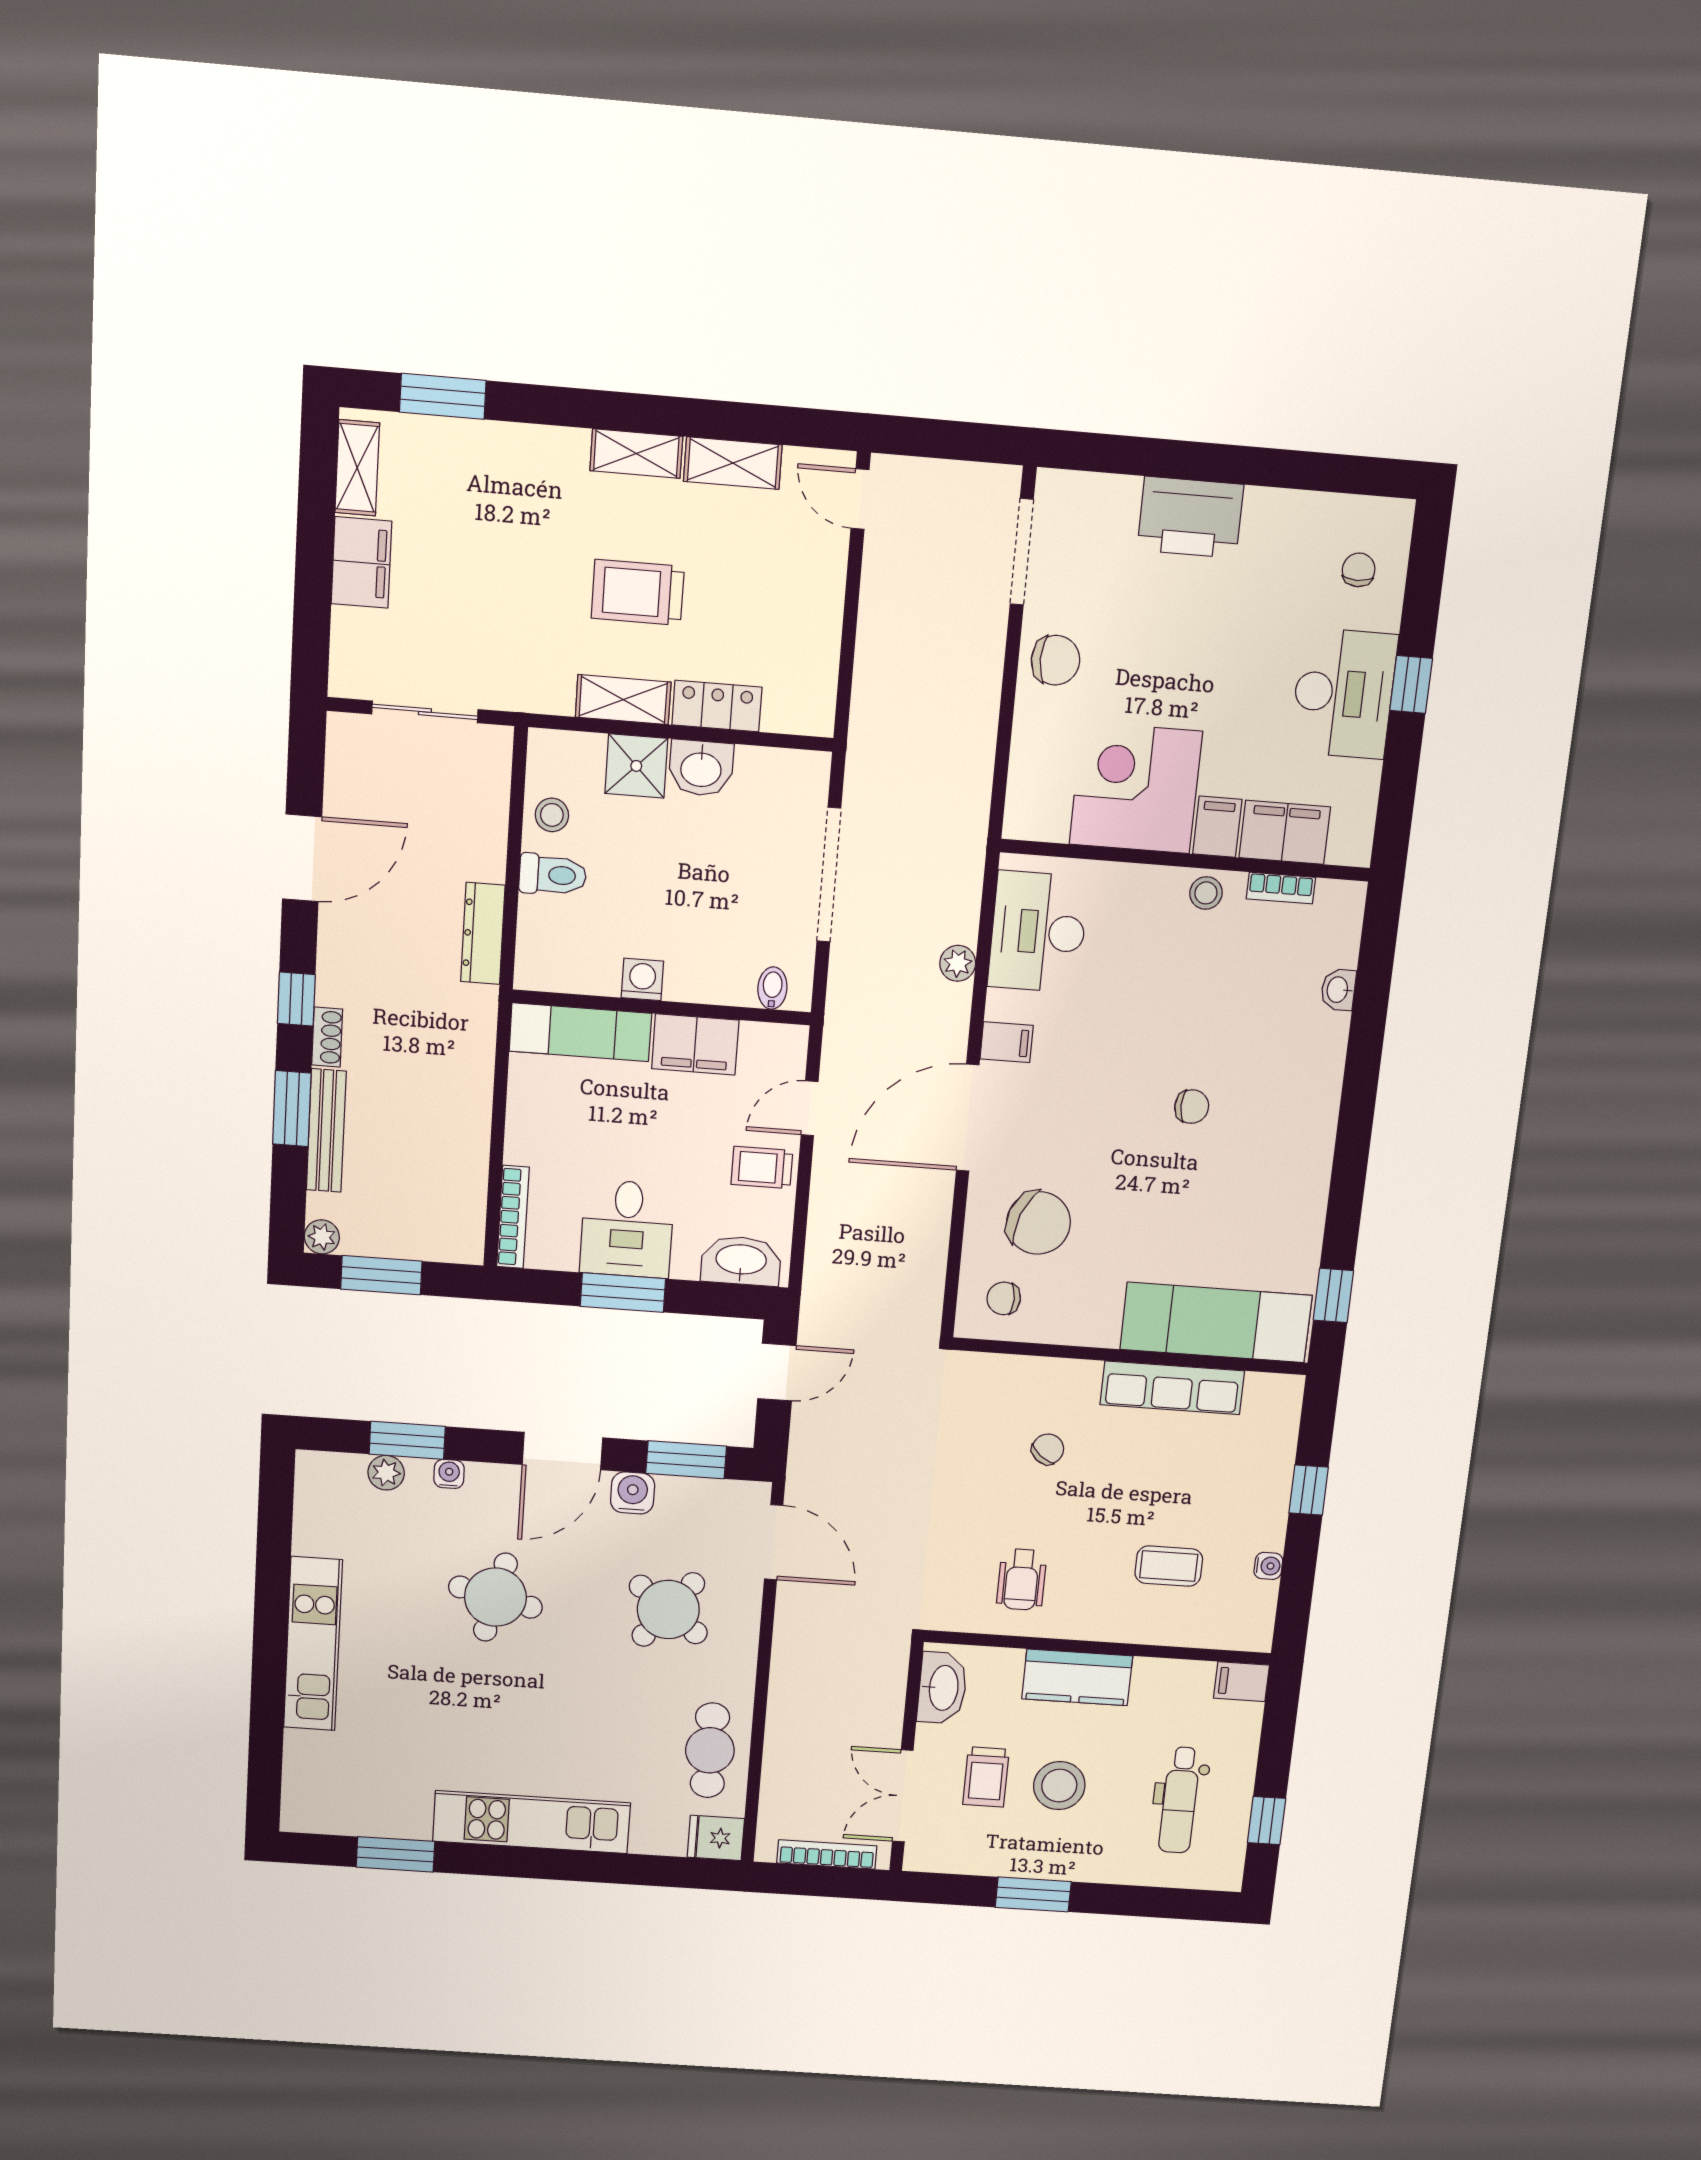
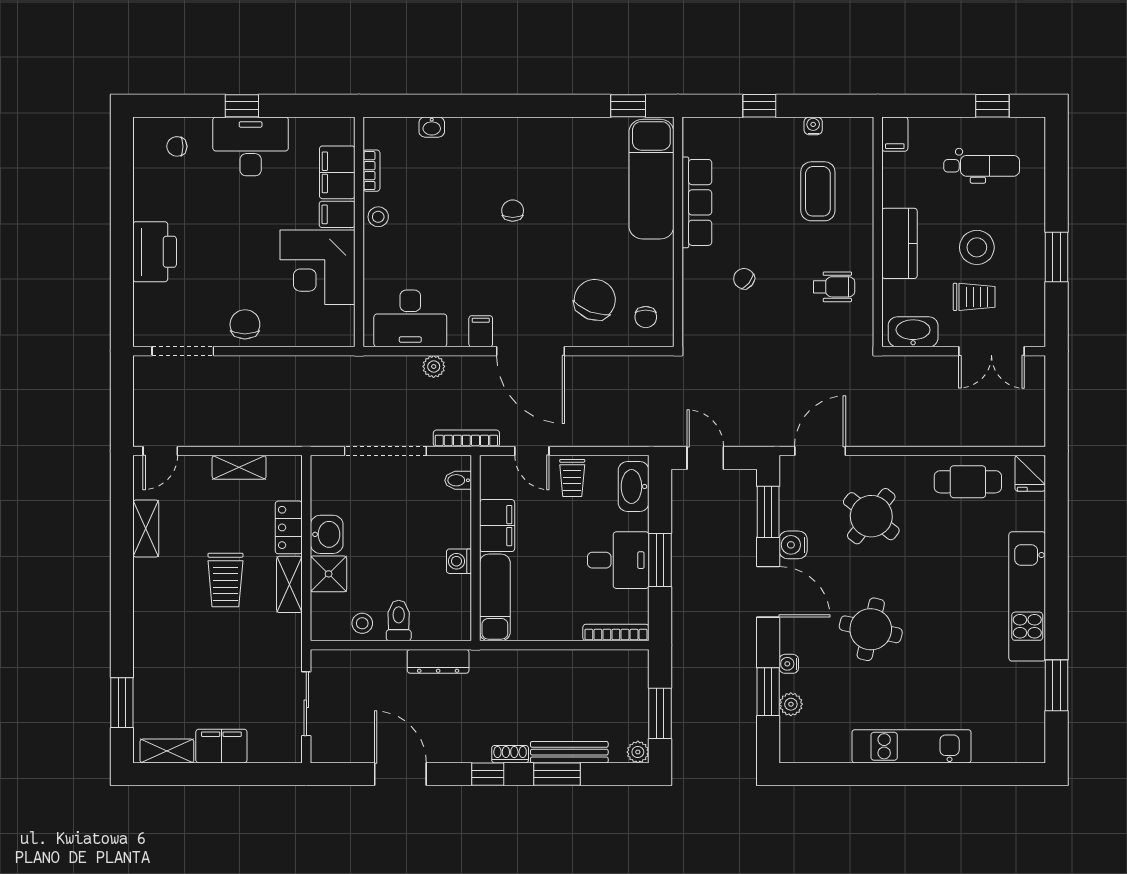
shelving: (636, 453) -> (239, 467), moved, turned 90
coffee table: (1169, 1566) -> (818, 191), width x1.36, depth x1.30
bookcase: (827, 1854) -> (466, 438), moved, turned 90

